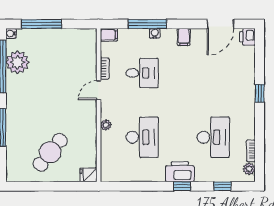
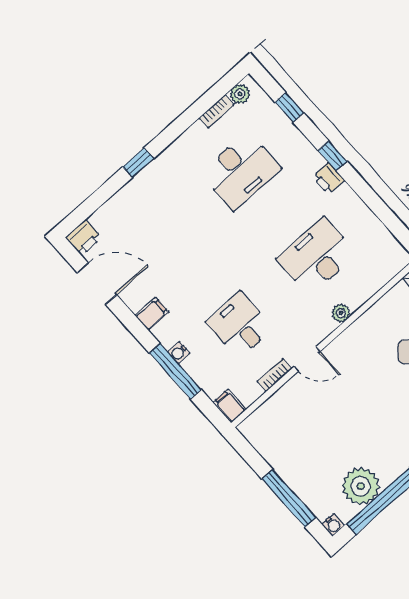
desk: (213, 137) -> (240, 171), turned 180
printer: (180, 172) -> (329, 179), width x0.53, depth x0.68

